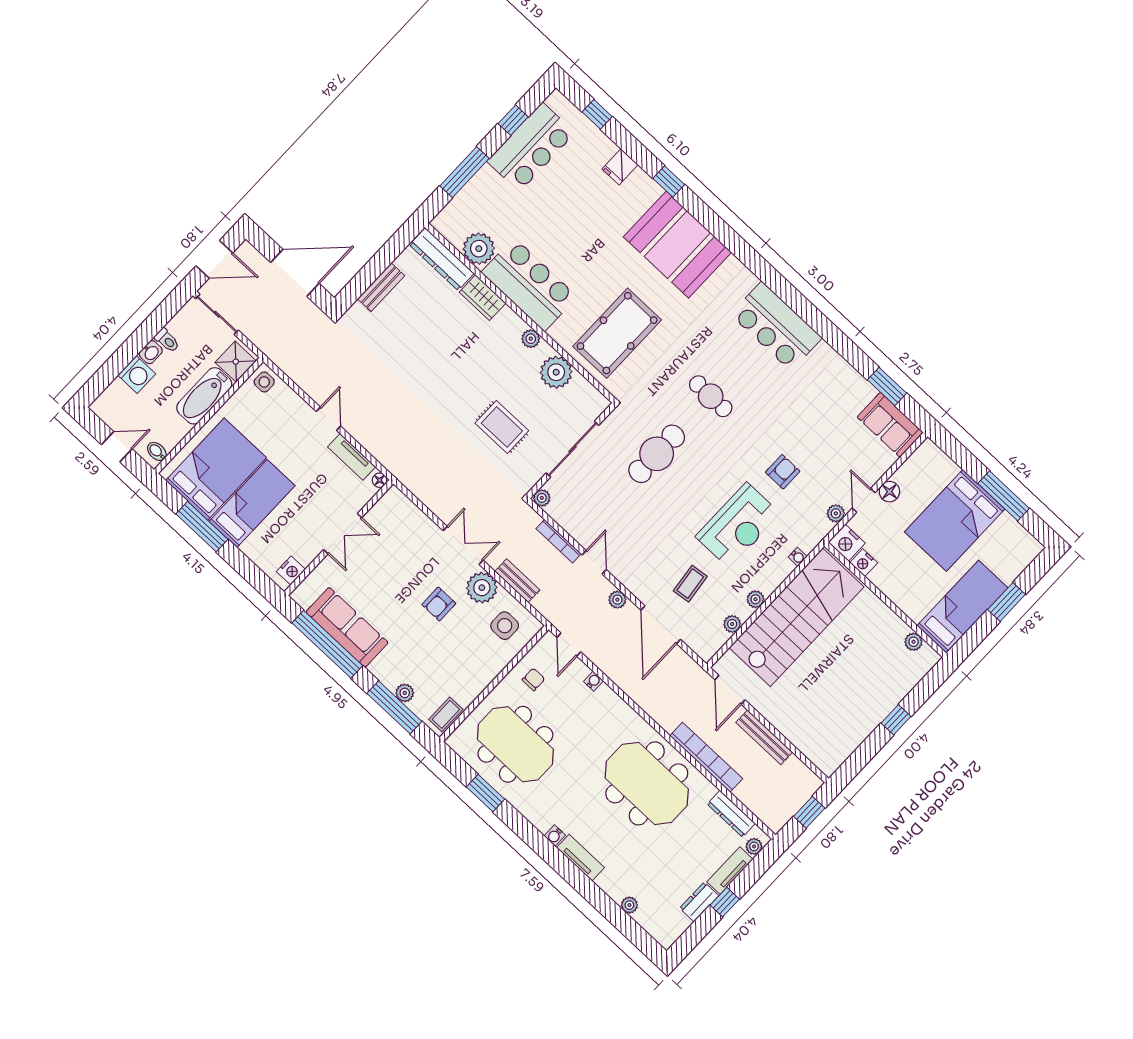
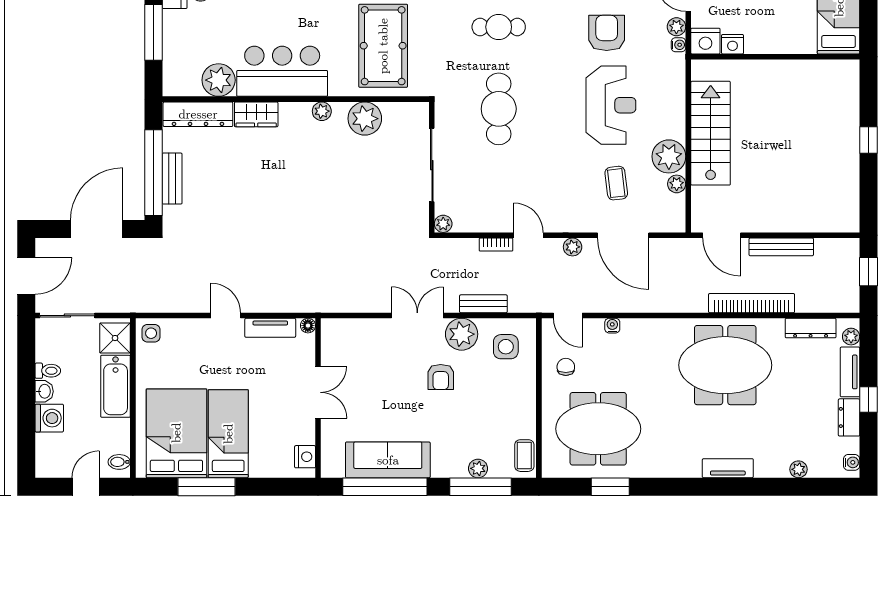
window: (372, 271) -> (153, 173), added
rug: (502, 427) -> (363, 198), removed
armchair: (783, 472) -> (607, 33), width x1.38, depth x1.38
bookcase: (559, 541) -> (496, 245), width x0.64
water cooler: (798, 557) -> (678, 45), moved
plant: (755, 599) -> (669, 156), width x1.87, depth x1.87
stairs: (796, 617) -> (711, 133), width x0.73, depth x0.66
plant: (914, 642) -> (826, 69), removed
water cooler: (555, 836) -> (852, 462), moved, turned -90

